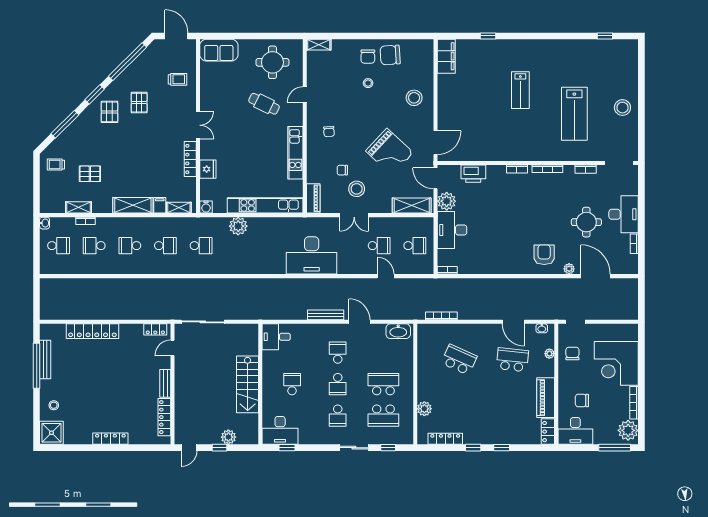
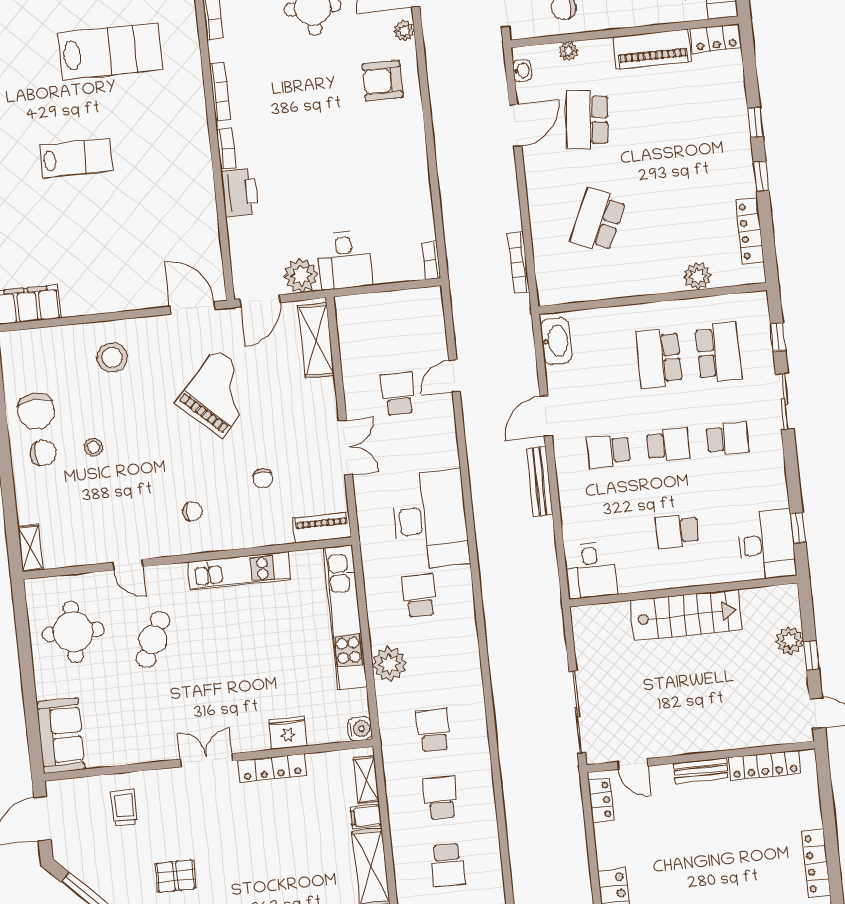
printer: (473, 174) -> (240, 192), moved
stool: (357, 189) -> (295, 448), removed
desk: (452, 230) -> (345, 260), width x0.73
school desk: (415, 246) -> (419, 596), moved

